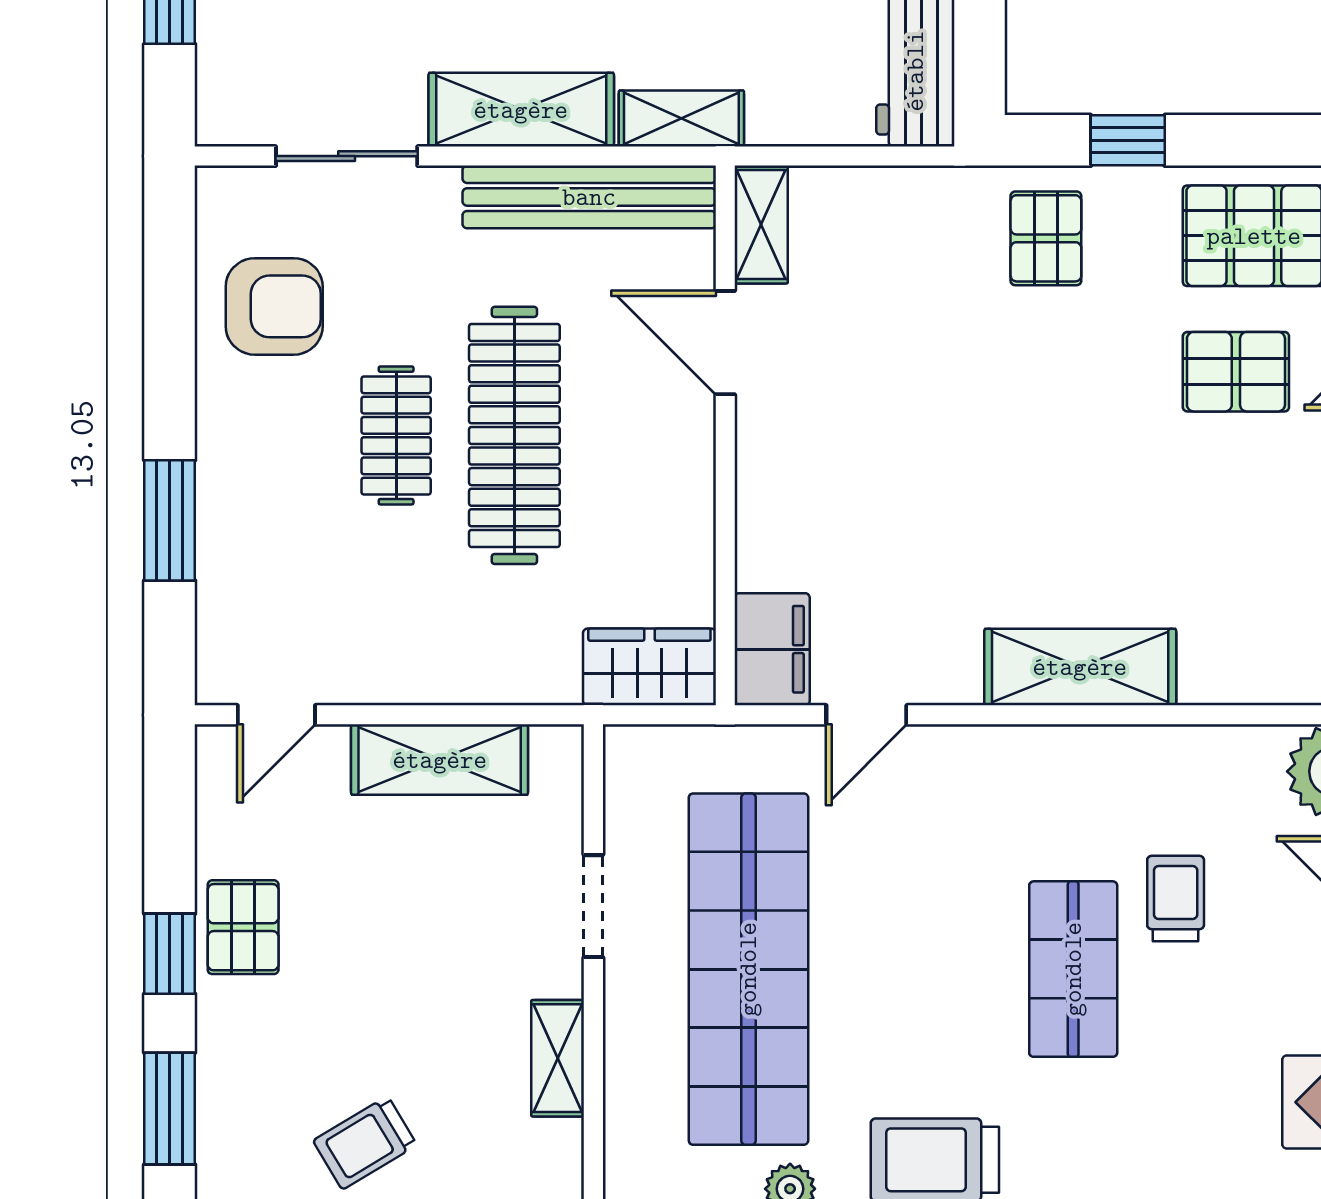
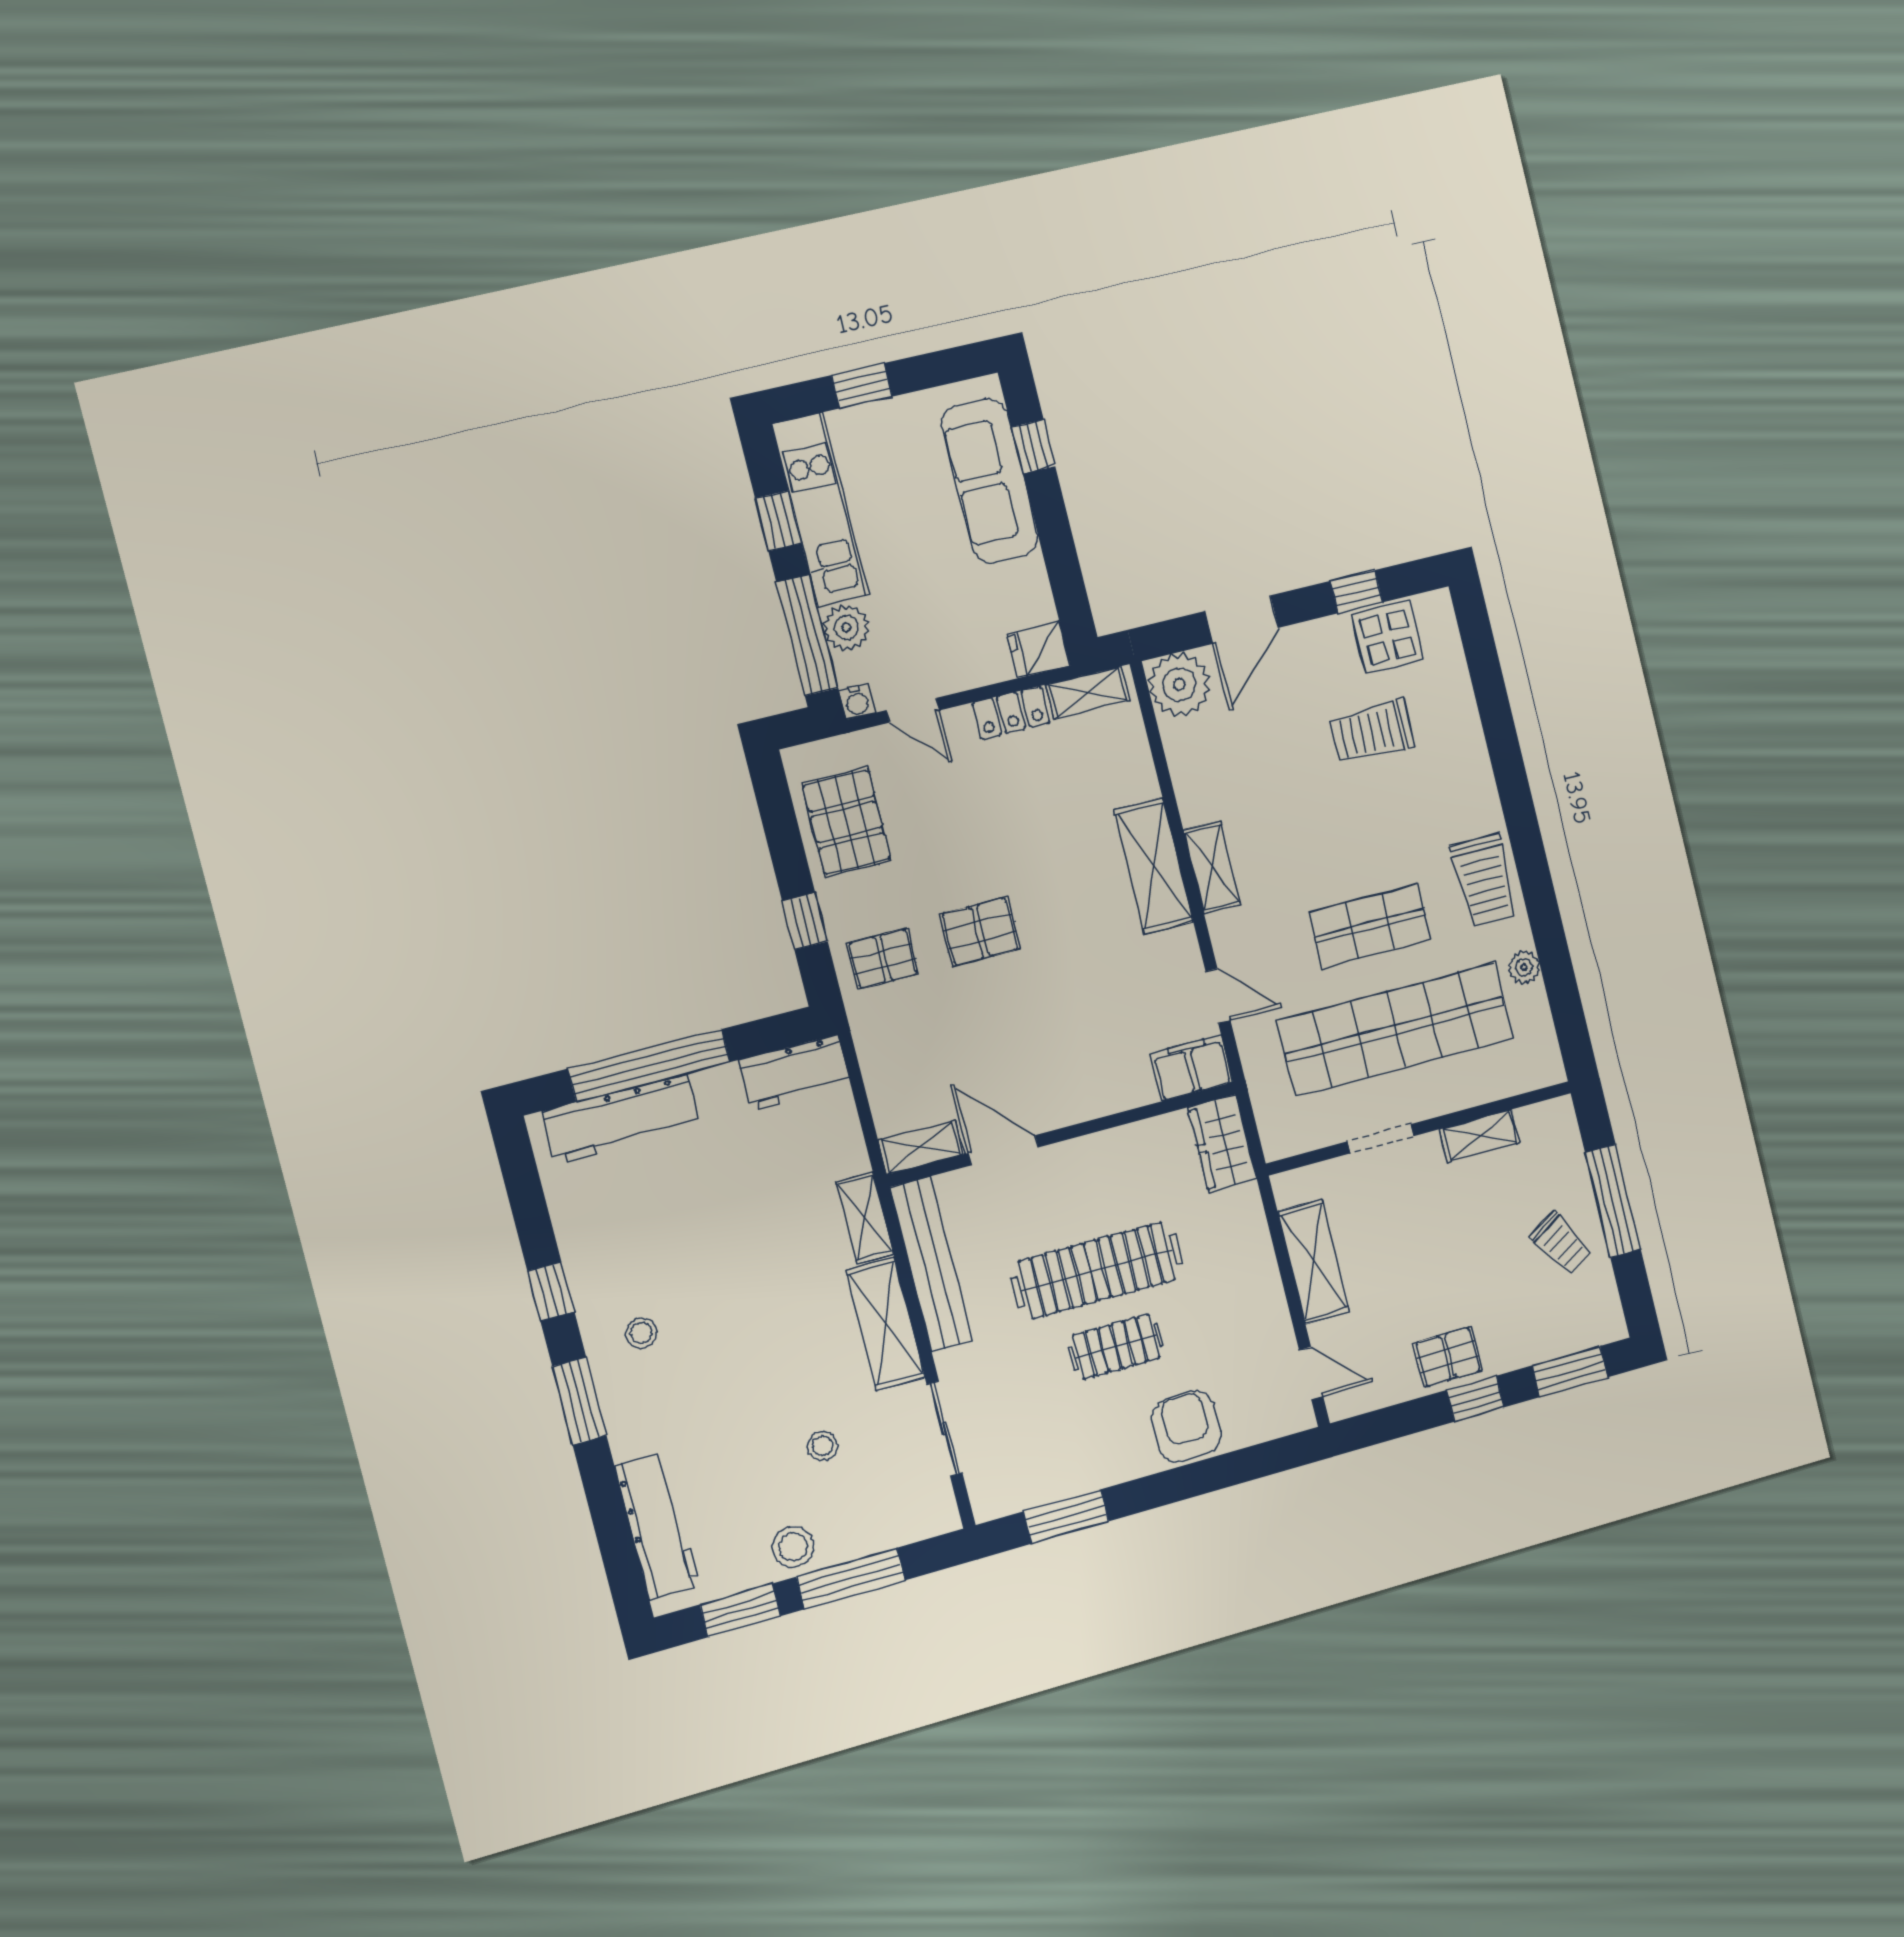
armchair: (274, 306) -> (1187, 1426), moved
door: (725, 343) -> (1003, 1150), swing flipped
pallet: (1236, 372) -> (980, 932), moved, turned 90
window: (170, 520) -> (1066, 1516), moved
shelving: (1057, 753) -> (1212, 867), added
trolley: (1176, 898) -> (1372, 732), moved, width x1.36, depth x1.39
shop shelf: (1073, 969) -> (1370, 926), moved

